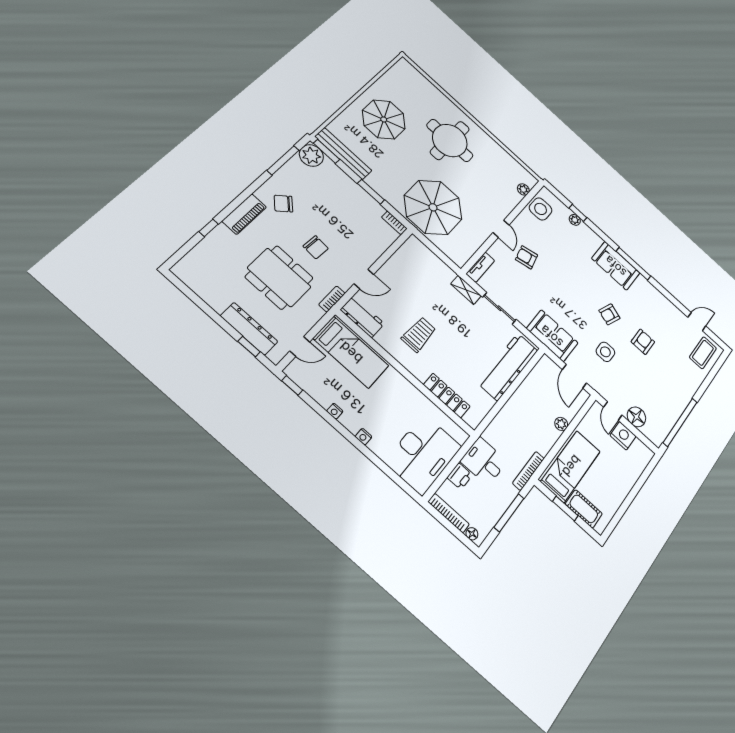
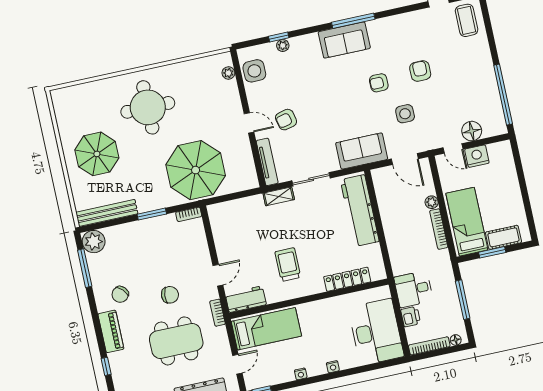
window: (326, 151) -> (97, 226), removed
tv unit: (480, 267) -> (267, 162), width x1.41
armchair: (609, 314) -> (379, 83), turned 70
bookcase: (528, 471) -> (439, 229), moved

